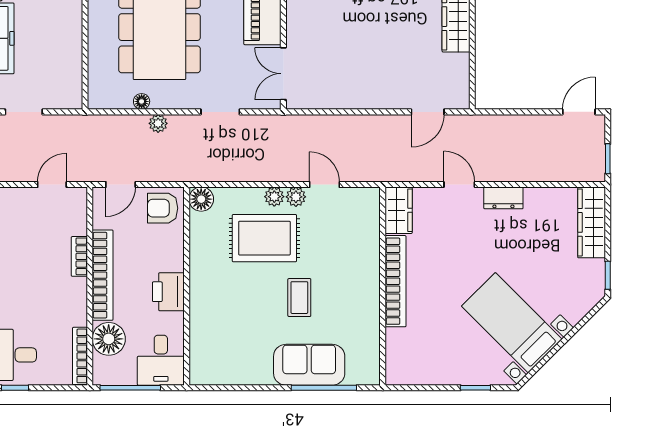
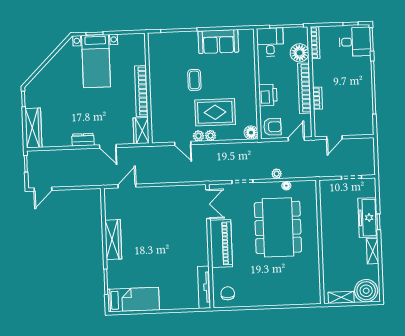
printer: (168, 292) -> (268, 95), moved
bed with nightstands: (512, 323) -> (96, 61), moved, turned 45
sofa: (309, 365) -> (218, 42), moved

